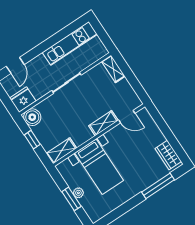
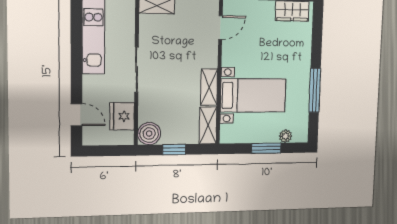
fridge: (23, 100) -> (122, 116), moved
shelving: (103, 123) -> (209, 87), moved
window: (158, 186) -> (315, 90), moved
plant: (78, 193) -> (285, 136), moved

